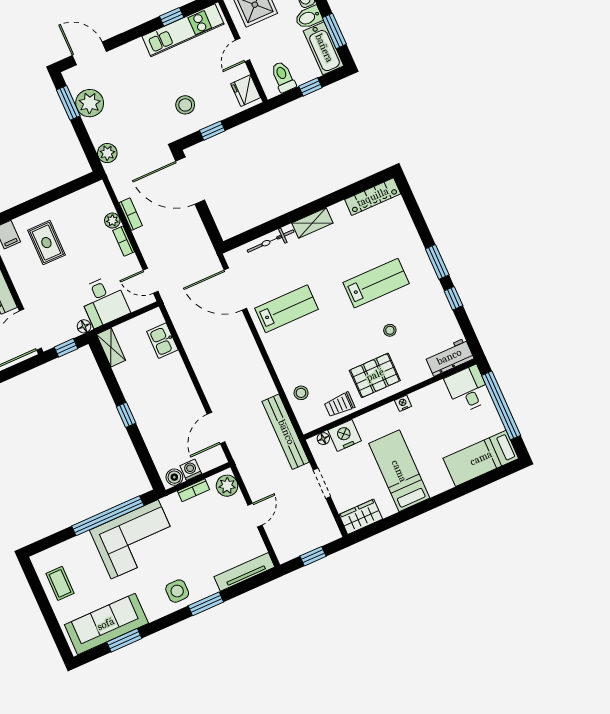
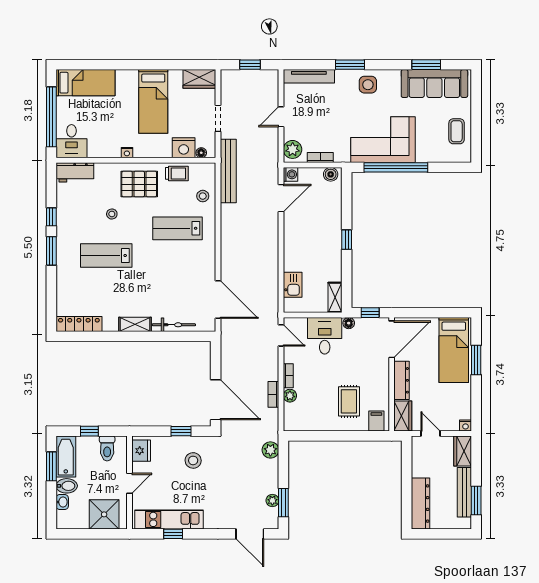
plant: (90, 103) -> (272, 500), width x0.53, depth x0.53
lab bench: (287, 309) -> (177, 228), moved
washing machine: (191, 470) -> (290, 174), moved, turned -90

